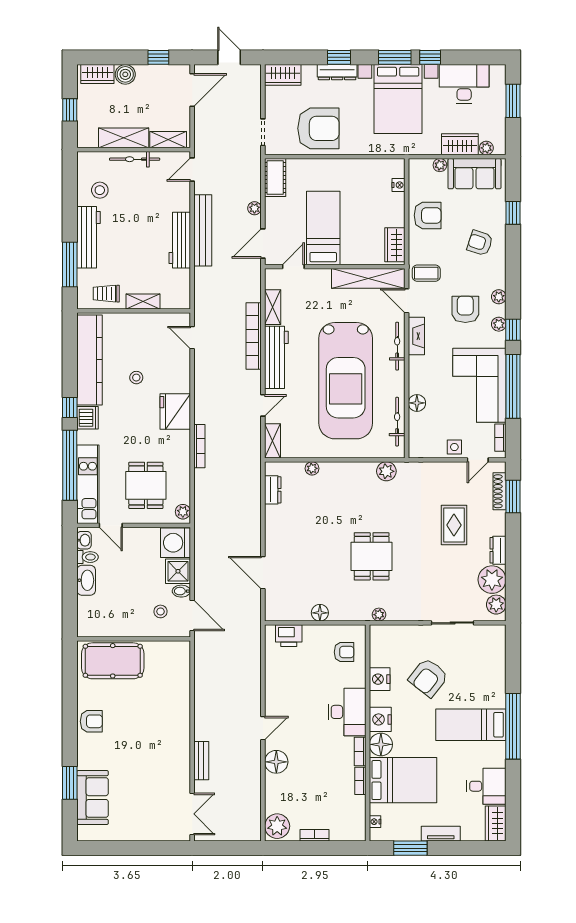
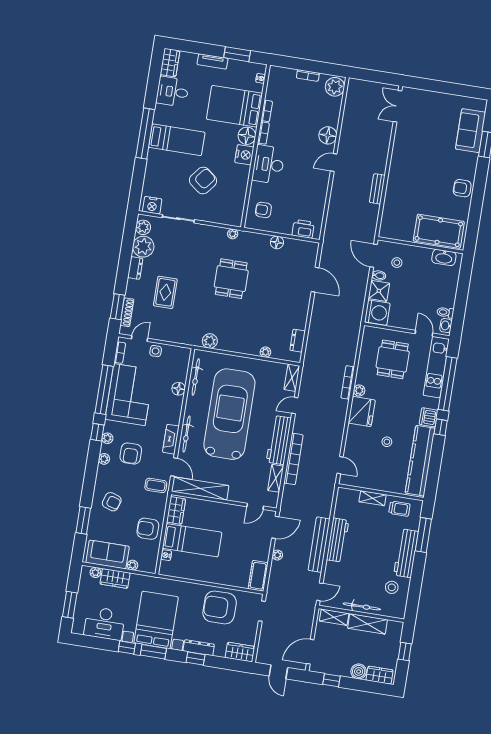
window: (513, 213) -> (83, 520), width x1.50
bed: (323, 228) -> (192, 540), moved, turned -90
plant: (183, 512) -> (359, 390), moved
washbasin: (86, 580) -> (444, 257), moved, turned -90
nightstand: (380, 679) -> (152, 205), moved, turned 90
bench: (201, 761) -> (377, 189), moved

